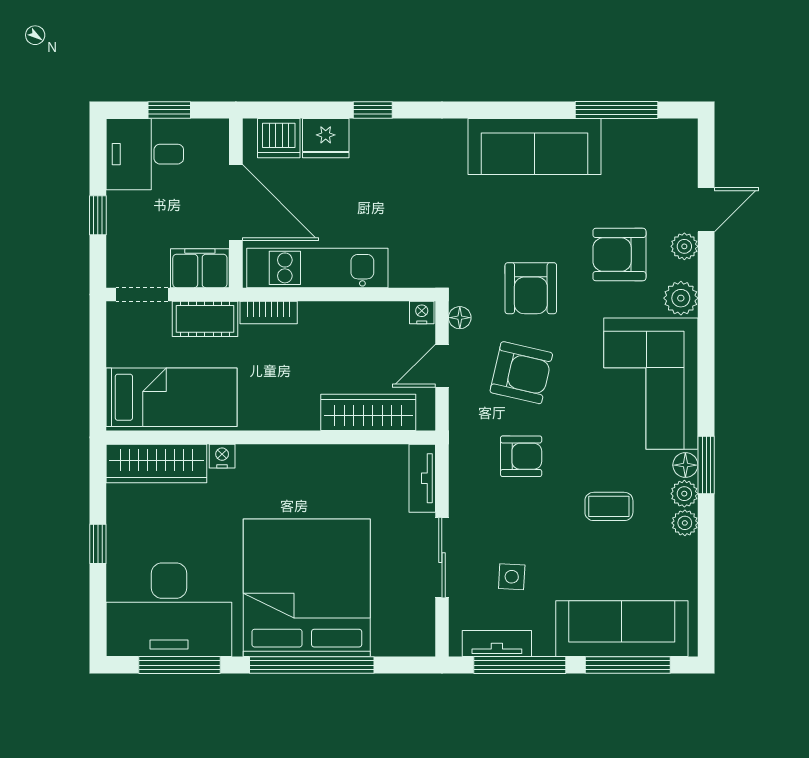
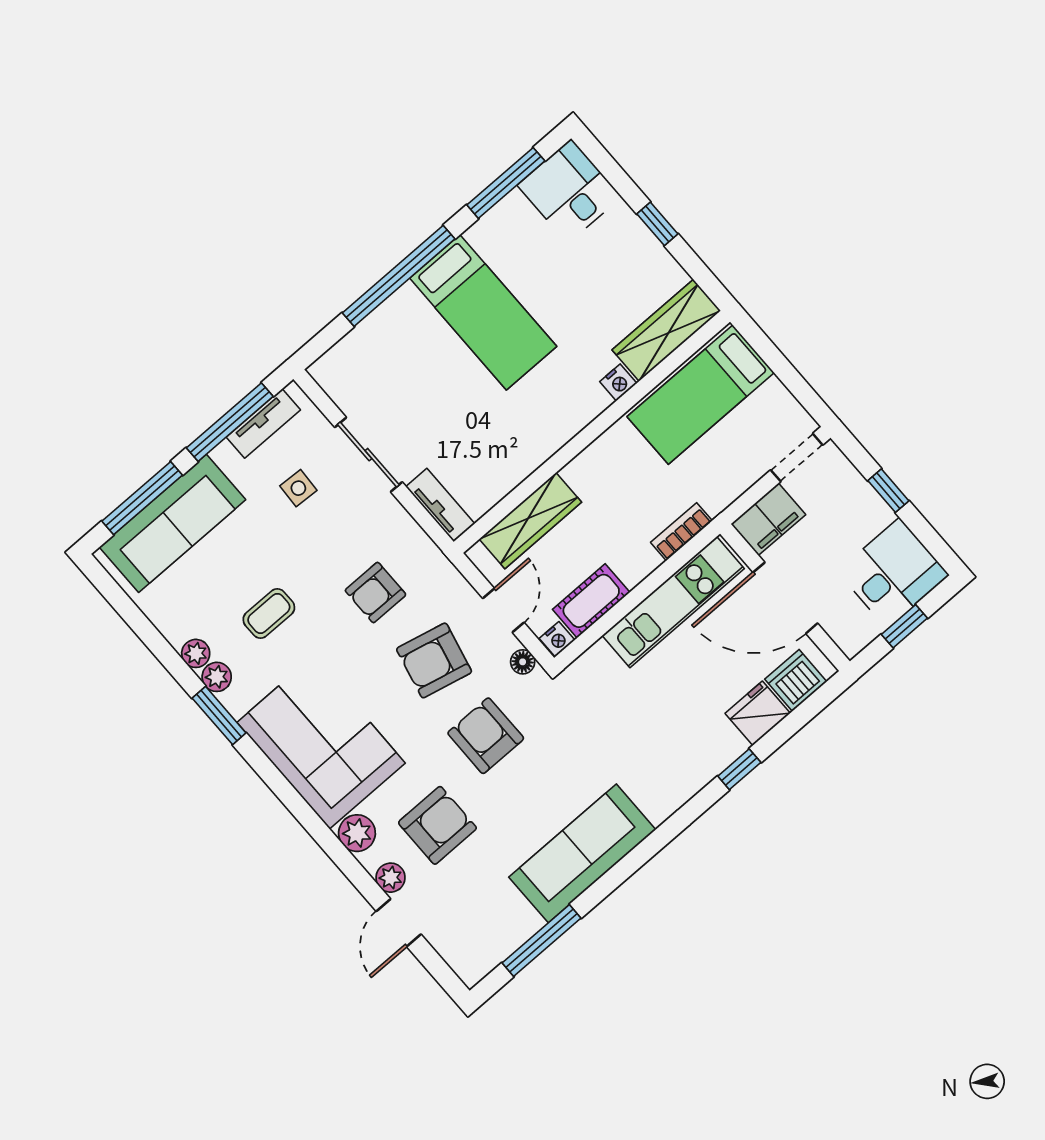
cot: (205, 319) -> (591, 601), moved
floor lamp: (685, 465) -> (236, 701), removed
bed: (307, 588) -> (483, 312), width x0.49
desk: (169, 610) -> (569, 191), width x0.53, depth x0.77

